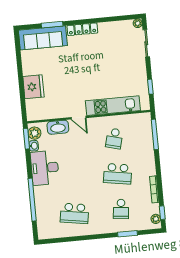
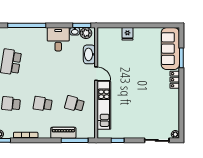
locker: (82, 29) -> (175, 80), width x0.66
fridge: (33, 87) -> (127, 34), width x0.53, depth x0.75
door: (79, 118) -> (96, 74), swing flipped
piano: (148, 148) -> (63, 133), added
desk: (45, 168) -> (58, 39), width x0.73
school desk: (118, 174) -> (43, 104), width x0.54

